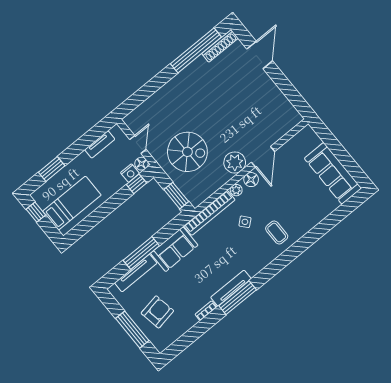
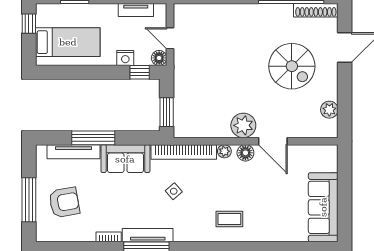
plant: (283, 105) -> (329, 110), added
door: (138, 144) -> (170, 38), swing flipped
spiral stairs: (187, 152) -> (292, 66), moved
door: (263, 157) -> (273, 141), hinge flipped
nightstand: (130, 173) -> (125, 58), moved
side table: (245, 222) -> (174, 191), moved
coffee table: (277, 232) -> (229, 219), turned 90

